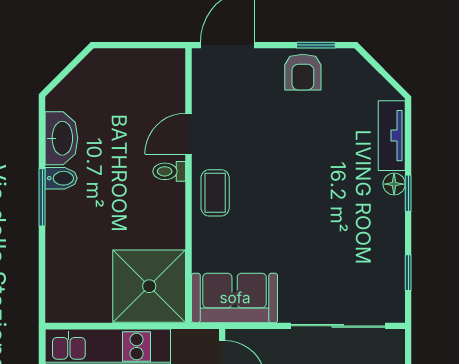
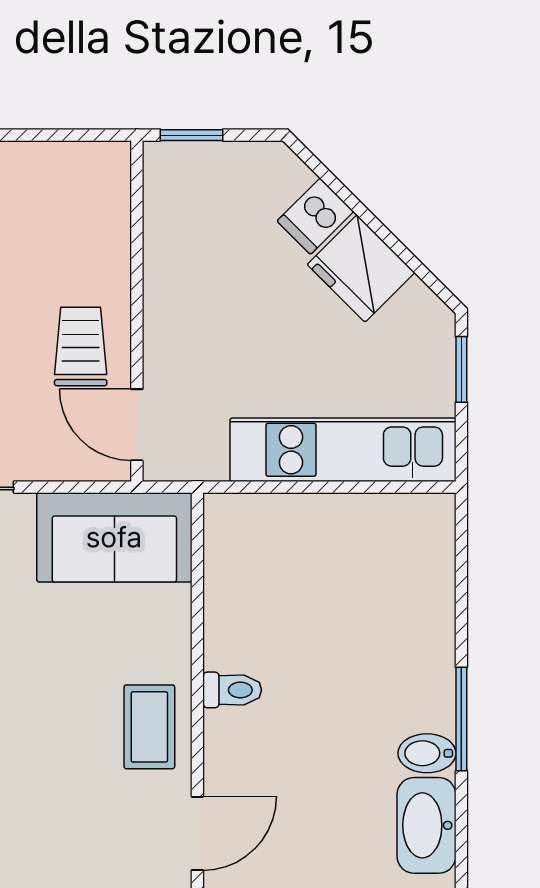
toilet: (169, 171) -> (232, 690), moved
shower: (149, 286) -> (268, 559), removed

